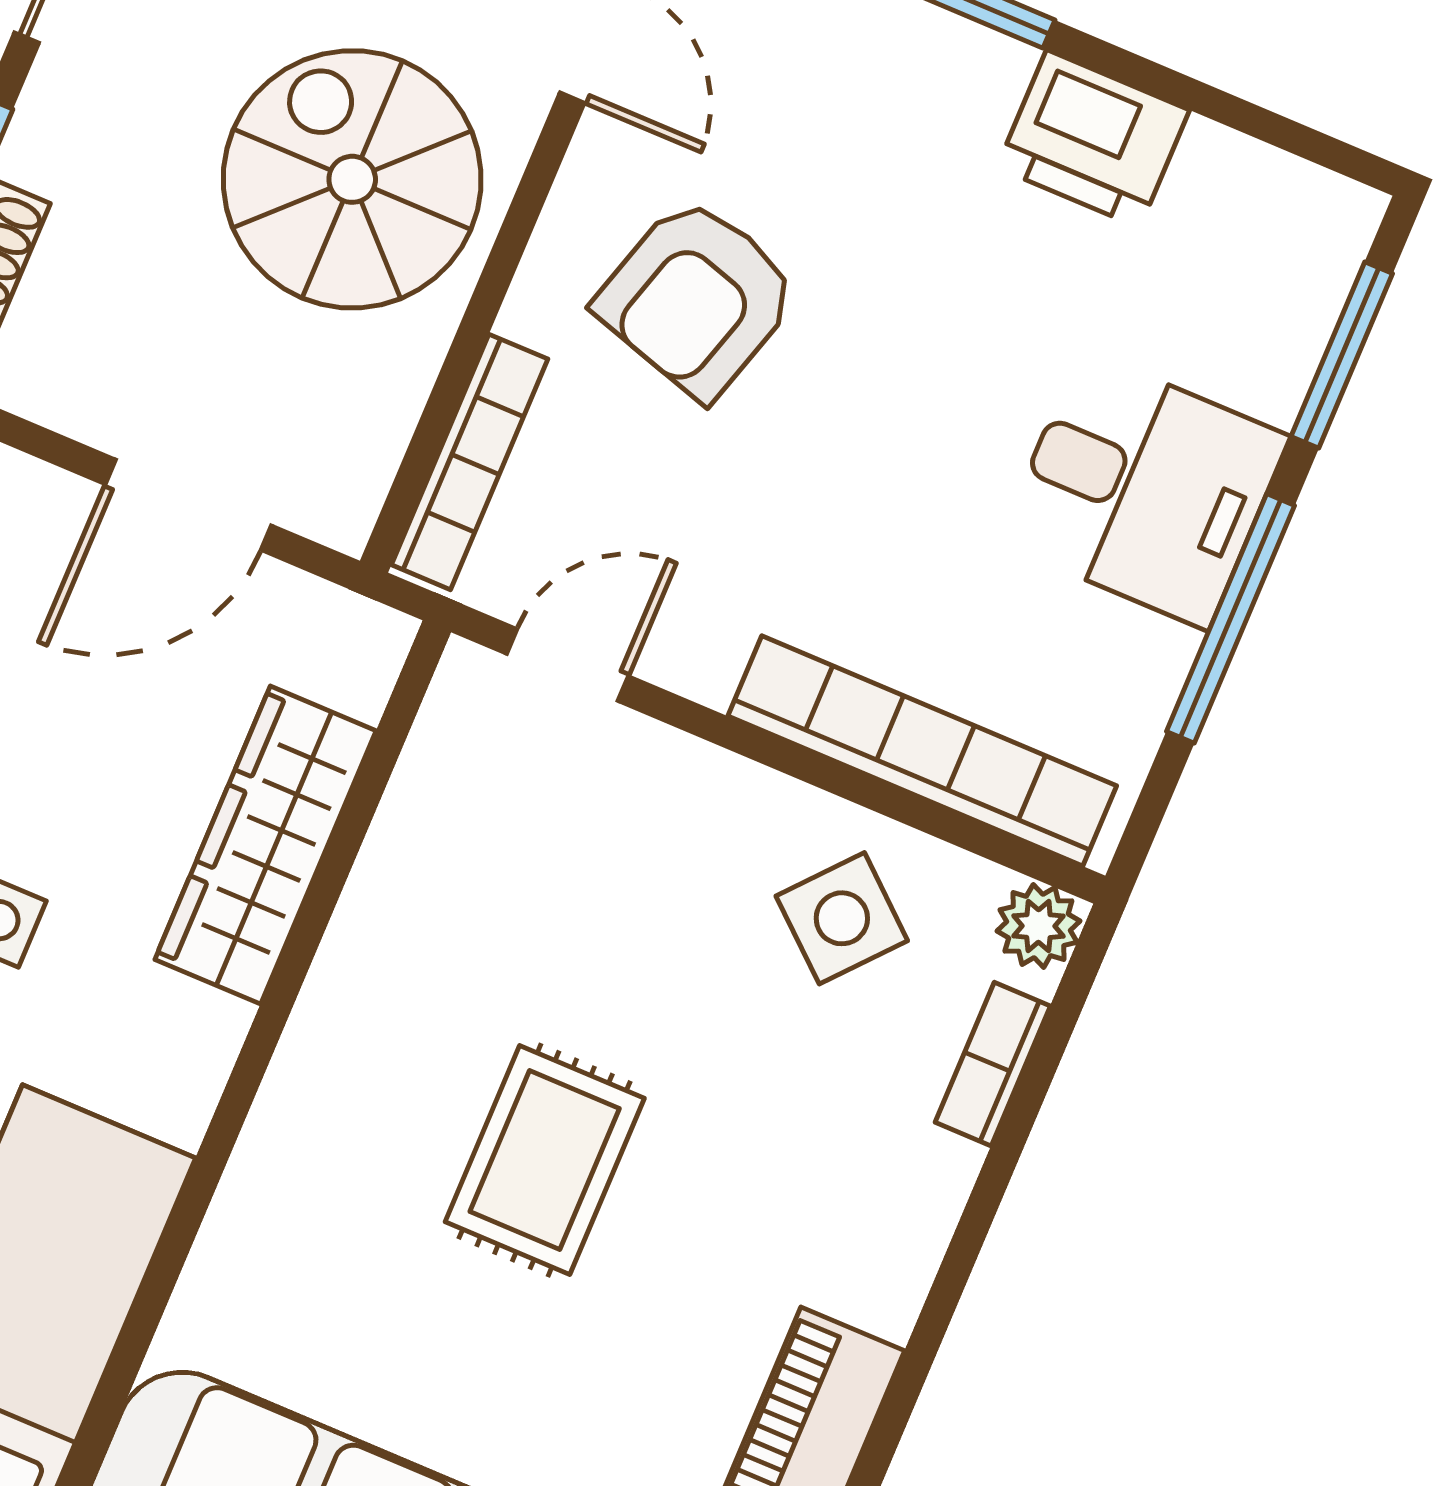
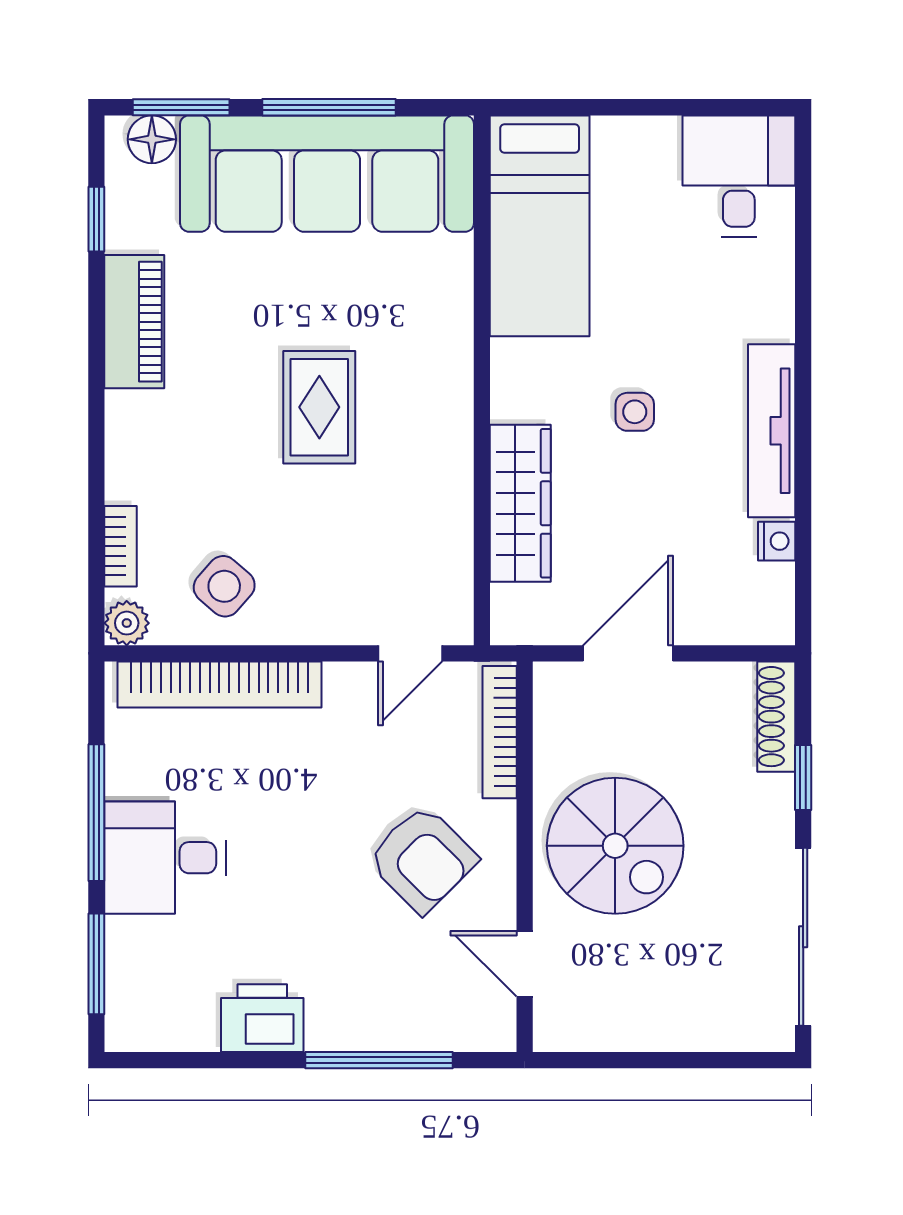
armchair: (697, 298) -> (422, 859), turned 118

